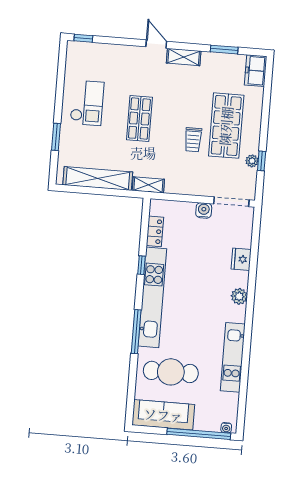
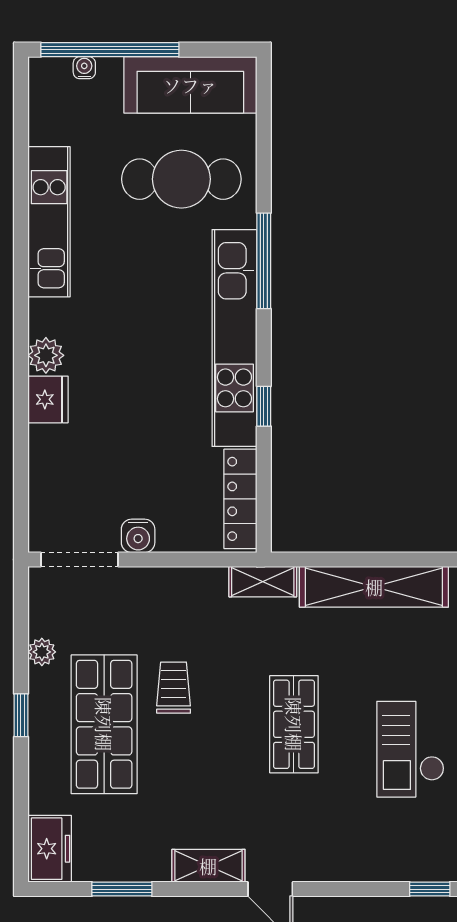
window: (262, 161) -> (21, 715), moved
locker: (155, 231) -> (240, 499), width x1.53
fridge: (241, 259) -> (48, 399), moved
water cooler: (226, 428) -> (84, 68), moved

